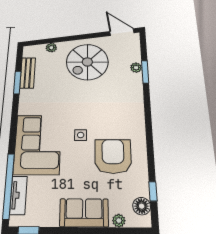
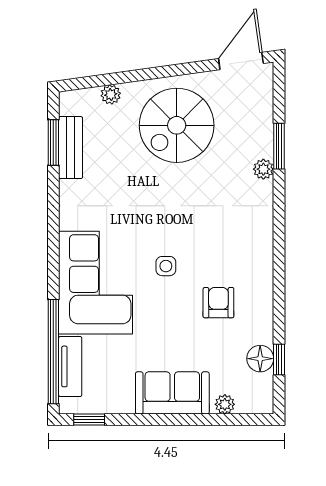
door: (122, 32) -> (241, 61), hinge flipped
plant: (136, 68) -> (263, 169), moved
window: (17, 83) -> (53, 142), moved
armchair: (113, 156) -> (218, 303), width x0.53, depth x0.53
floor lamp: (142, 206) -> (260, 359), moved

